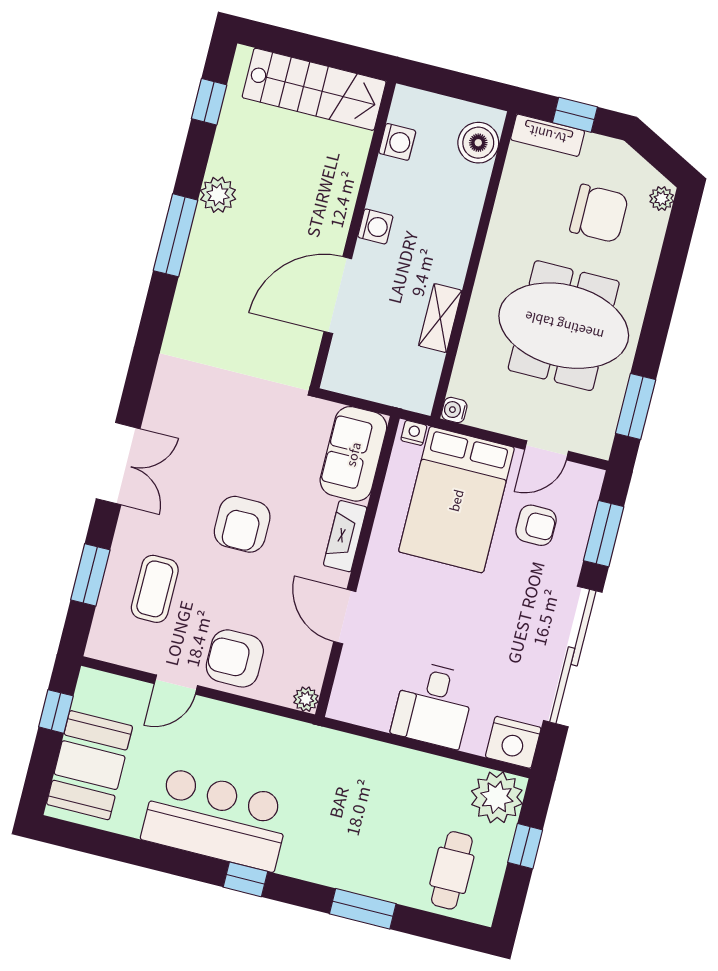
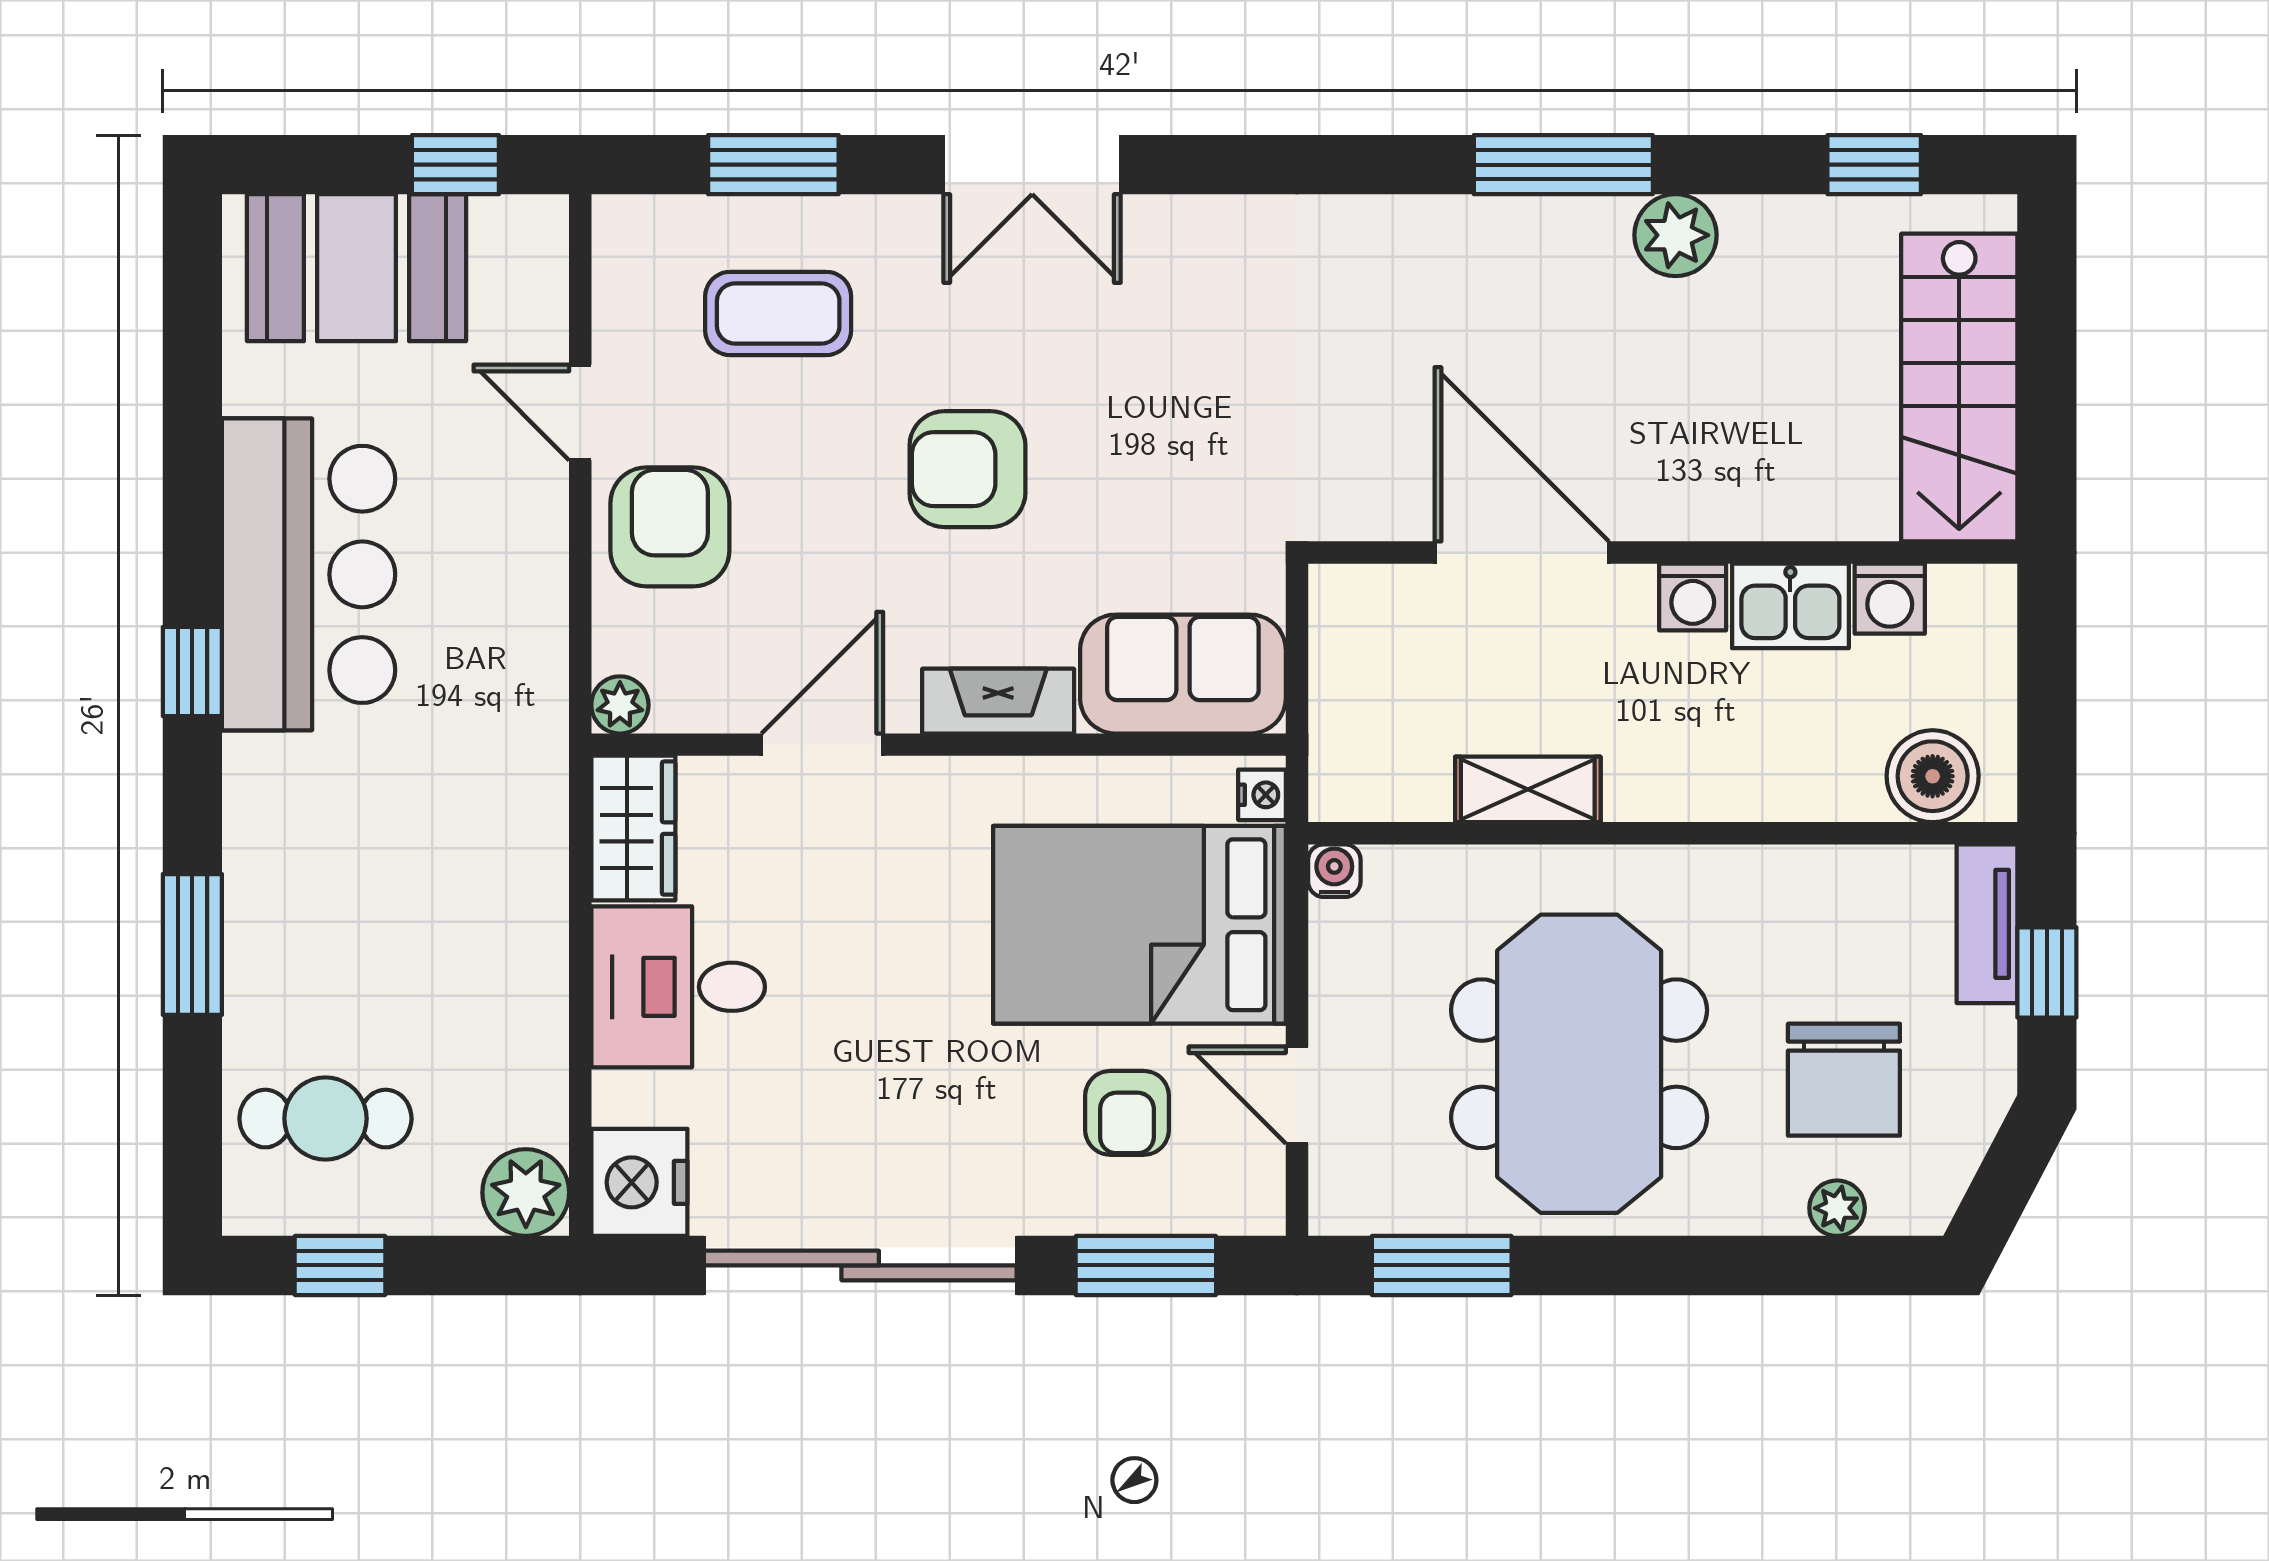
kitchen sink: (390, 185) -> (1790, 606), added
plant: (662, 198) -> (1837, 1208), moved
wardrobe: (360, 707) -> (633, 828), added
plant: (497, 797) -> (526, 1193), width x0.73, depth x0.73
window: (525, 846) -> (340, 1265), moved

